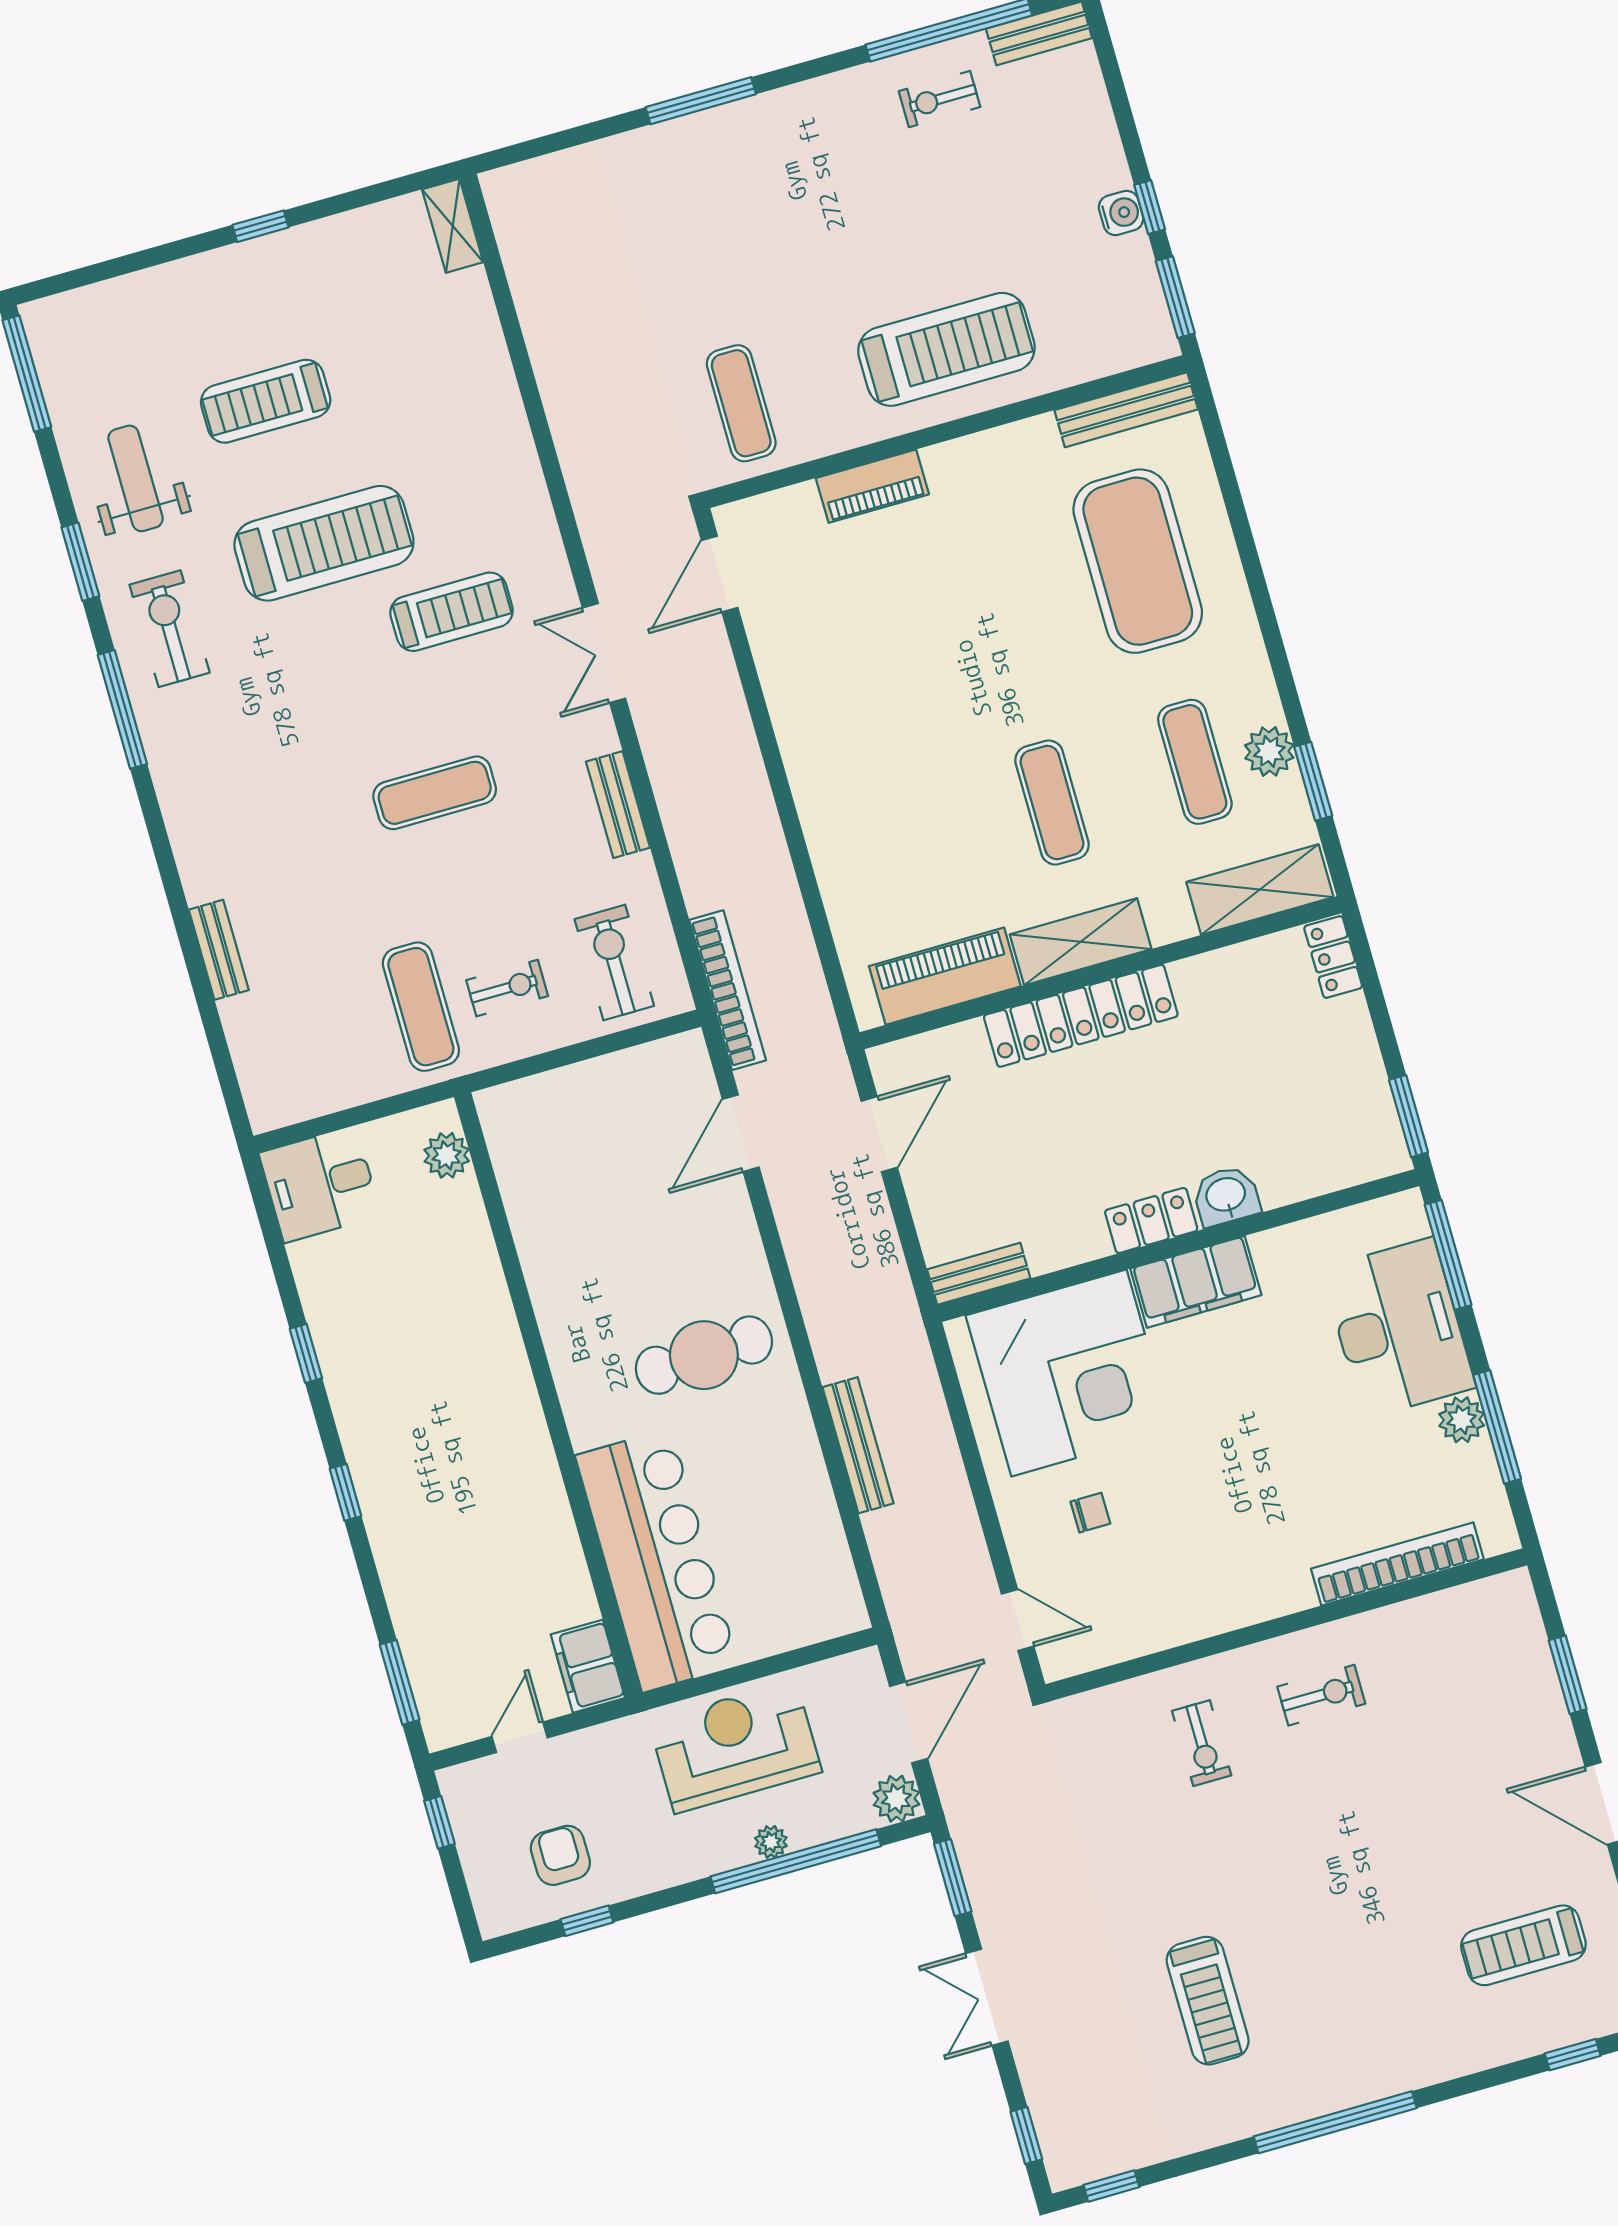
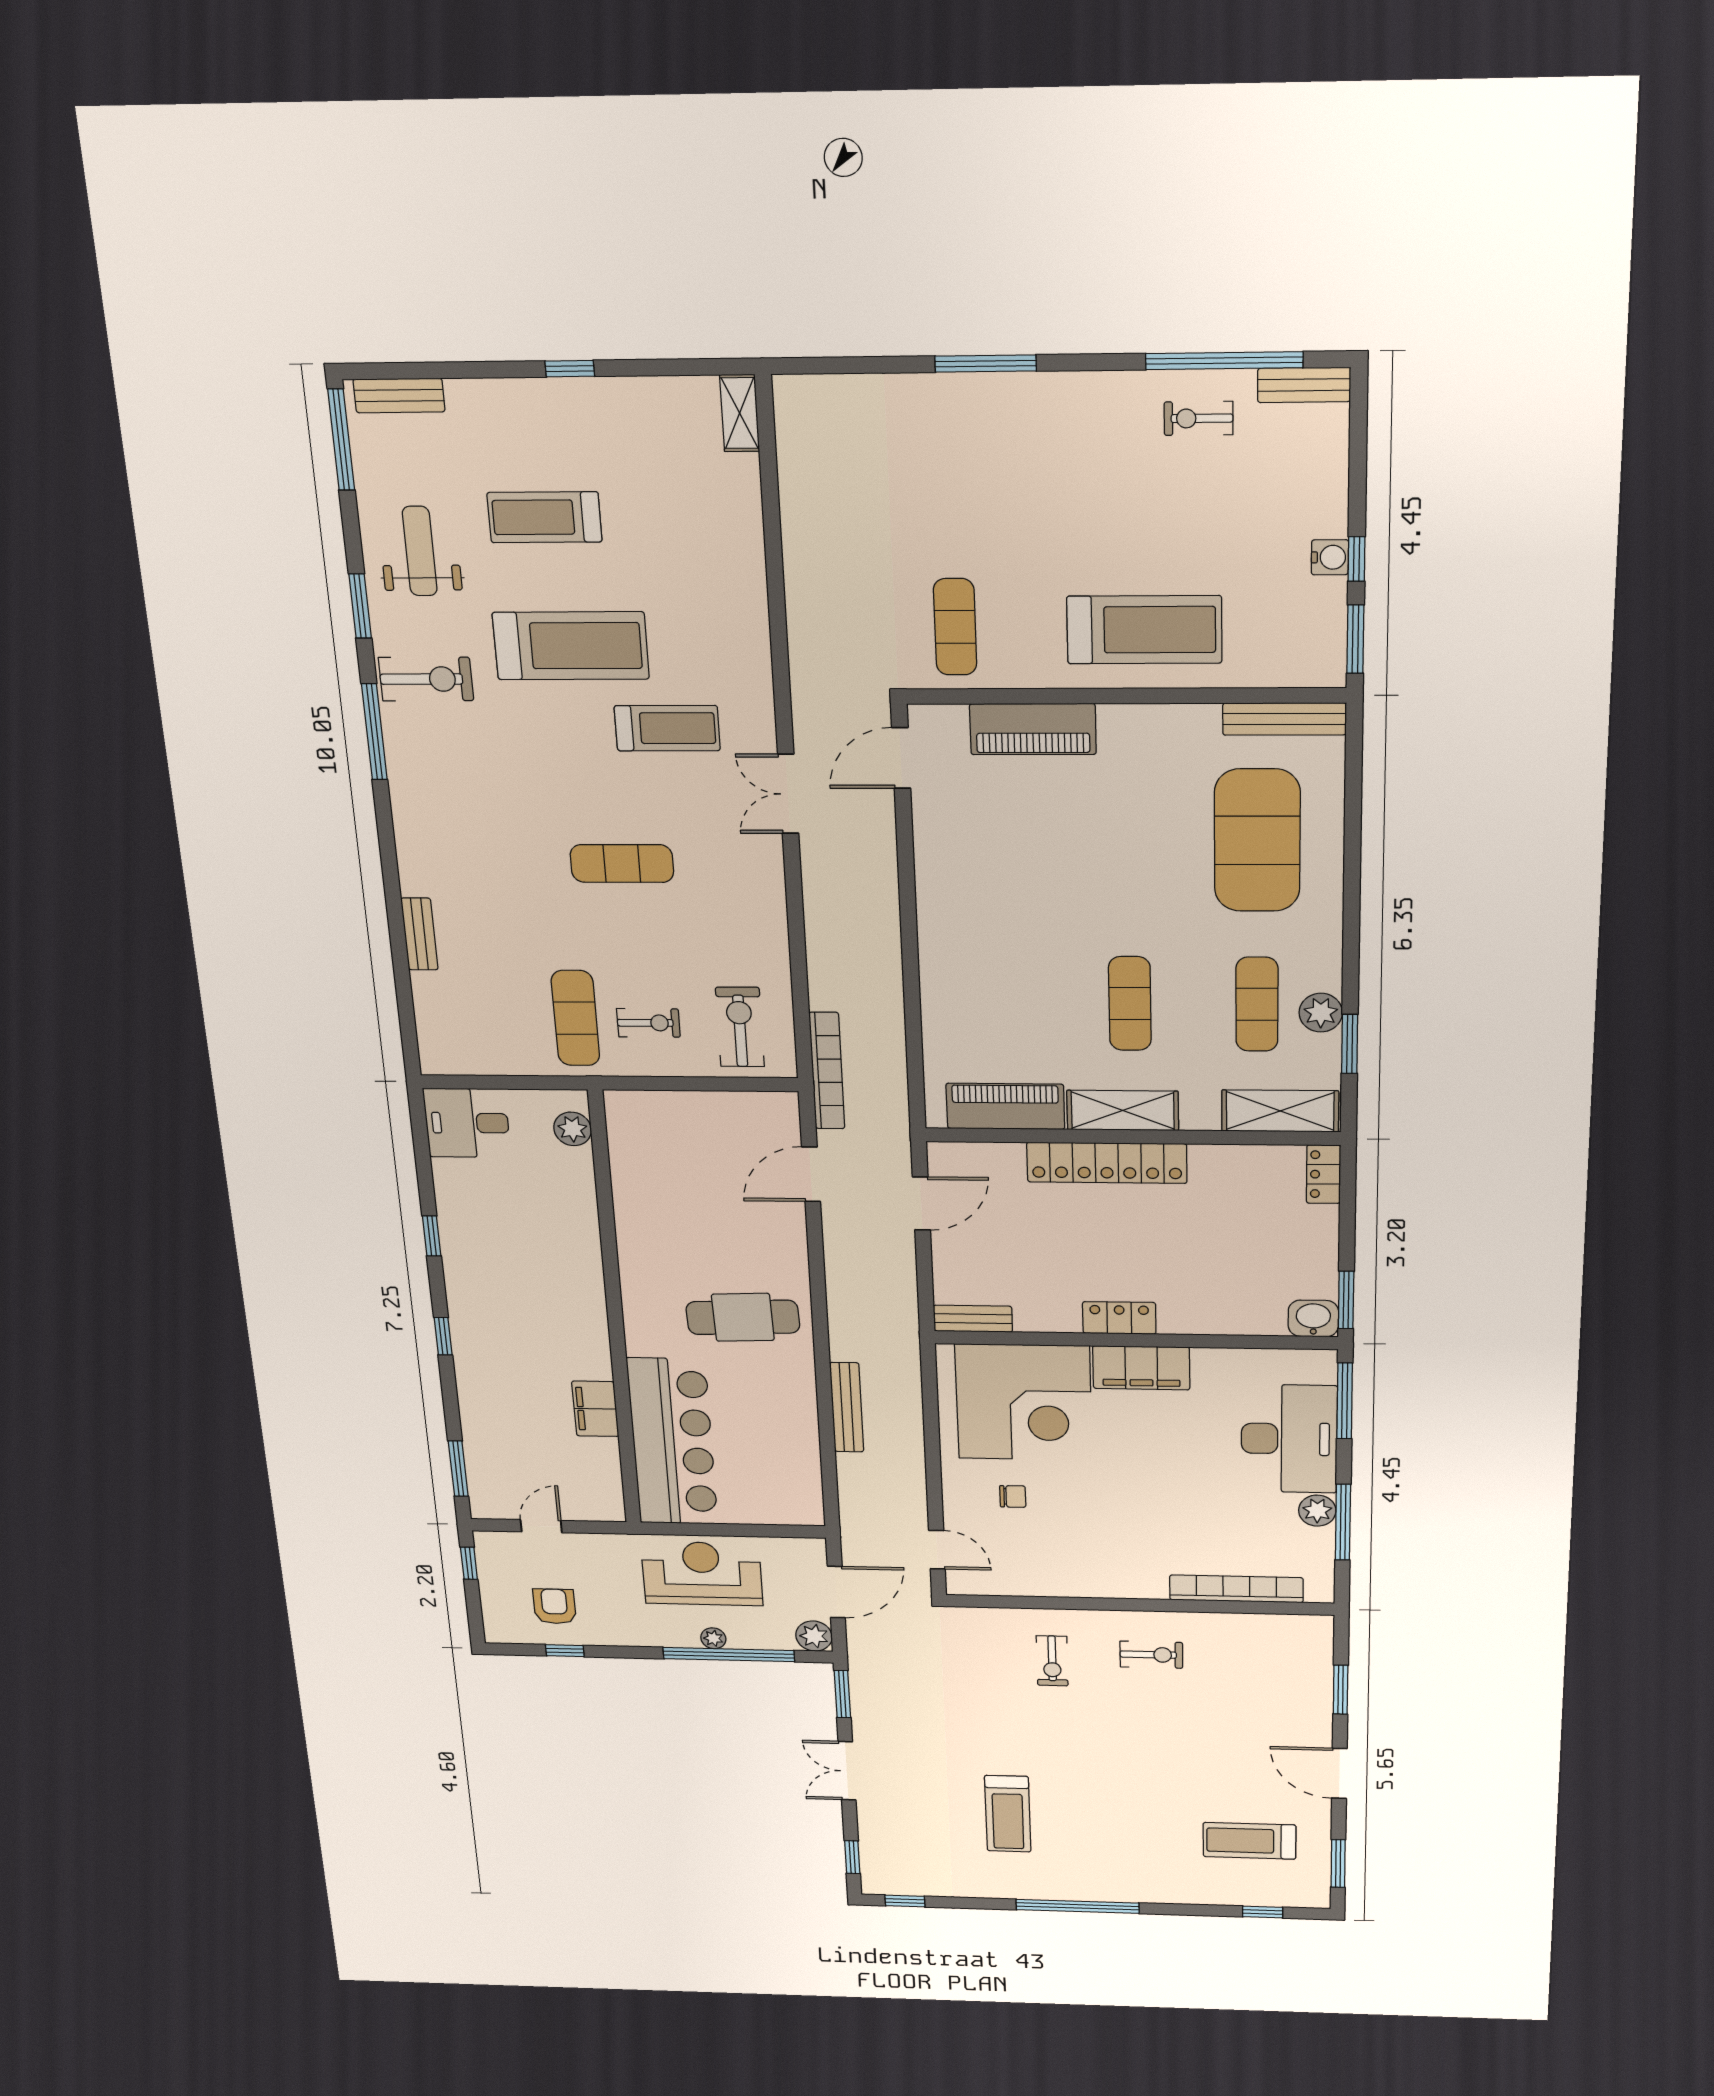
piano: (872, 486) -> (1033, 729), width x1.37, depth x1.33
exercise bike: (170, 629) -> (426, 679), turned 90
bench: (618, 805) -> (399, 396), moved, turned 90
washbasin: (1226, 1196) -> (1313, 1318), moved
filing cabinet: (588, 1666) -> (595, 1409), moved

